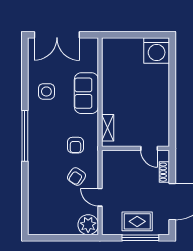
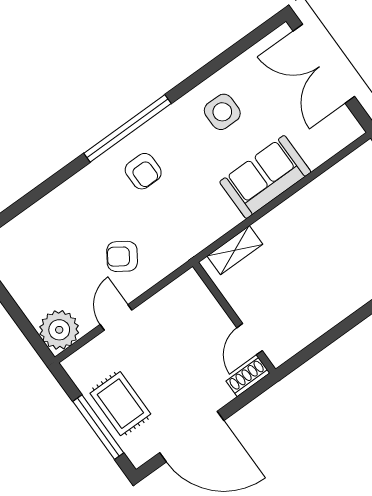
armchair: (75, 145) -> (143, 171), moved, turned -90
shoe rack: (164, 172) -> (248, 377), moved

